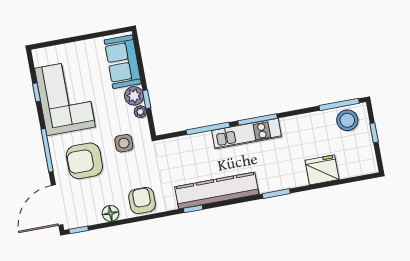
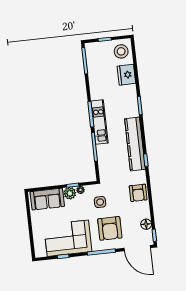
stool: (347, 120) -> (121, 51), moved
armchair: (142, 201) -> (138, 193), turned -90
floor lamp: (110, 213) -> (146, 224), moved

